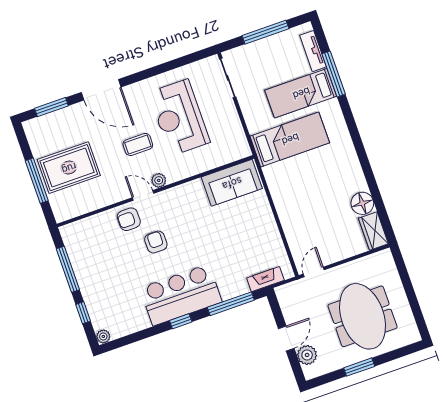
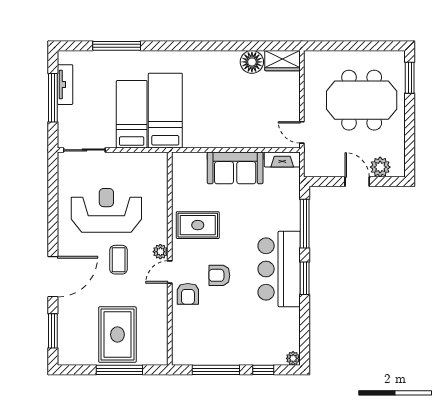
tv unit: (313, 51) -> (65, 85), moved, turned -90
bed: (301, 93) -> (132, 114), moved, turned 180
reception desk: (179, 117) -> (106, 210), turned 180
sofa: (232, 183) -> (235, 168), moved, turned 90
rug: (195, 206) -> (198, 225), added
fireplace: (265, 279) -> (282, 159), moved, turned -90
window: (181, 321) -> (305, 278), width x1.50
window: (359, 367) -> (410, 78), moved

